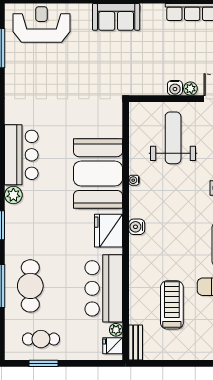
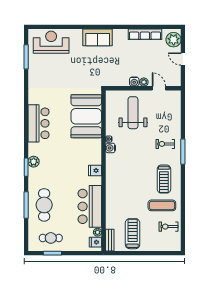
booth: (98, 174) -> (86, 116), moved
plant: (13, 195) -> (34, 162), moved
water cooler: (137, 227) -> (110, 148), moved
fridge: (109, 231) -> (95, 171), width x0.53, depth x0.75
treadmill: (172, 305) -> (133, 234), moved

